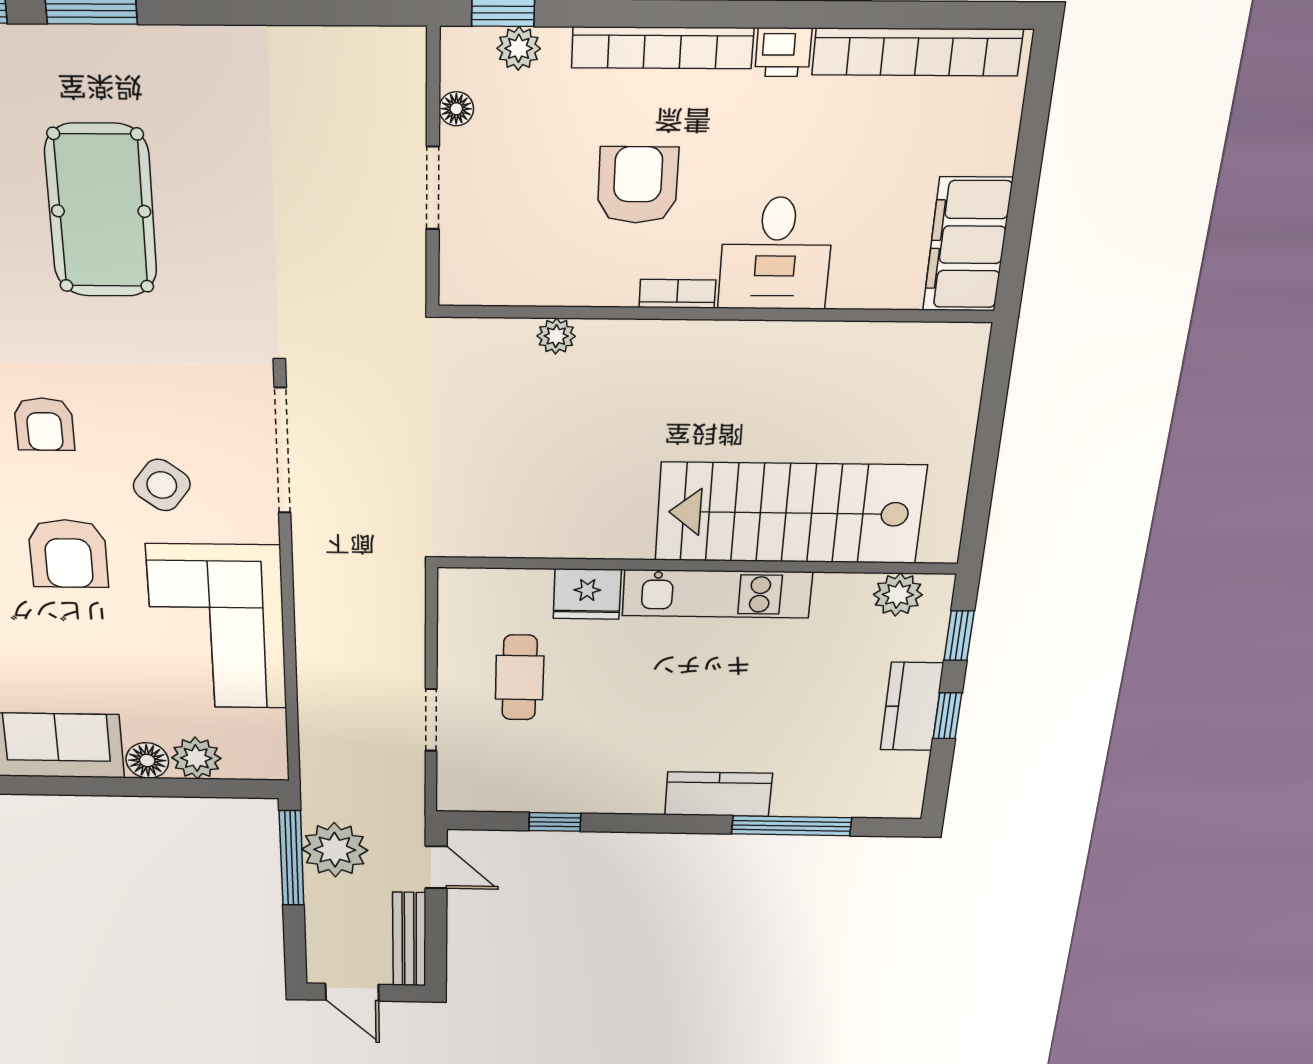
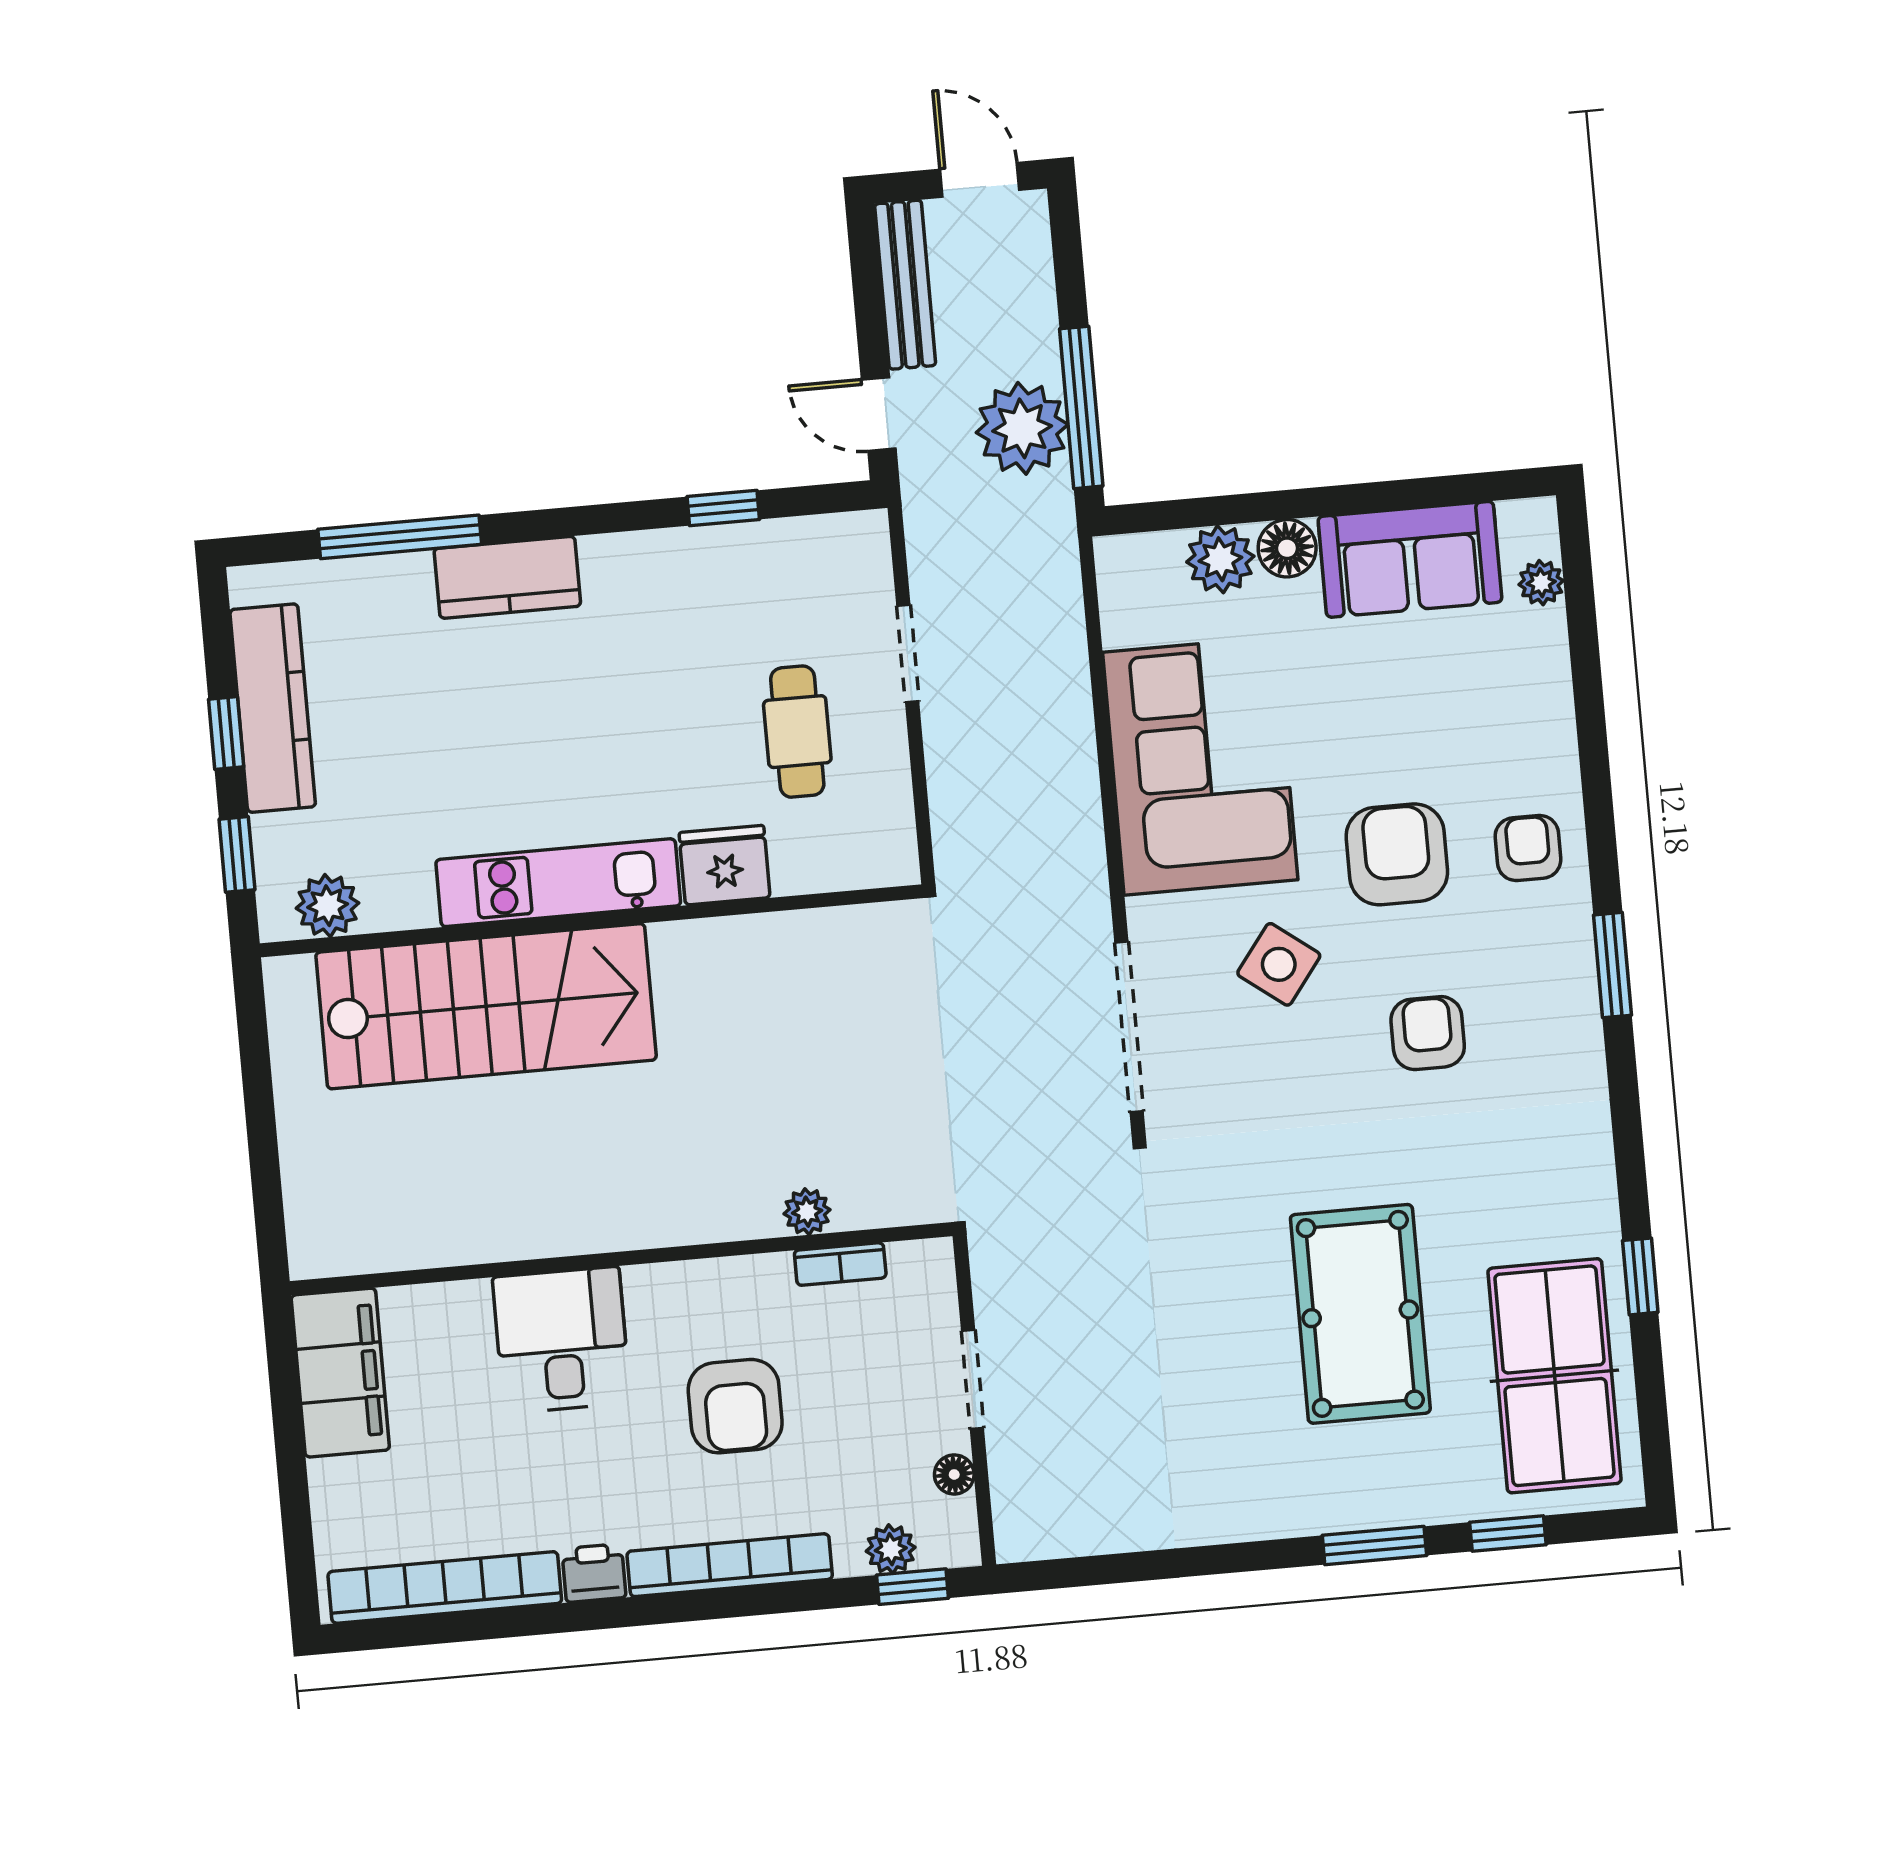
bookcase: (677, 294) -> (840, 1264), moved
kitchen counter: (912, 707) -> (273, 708), width x1.50

